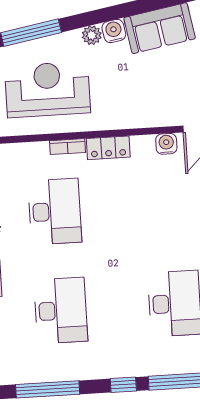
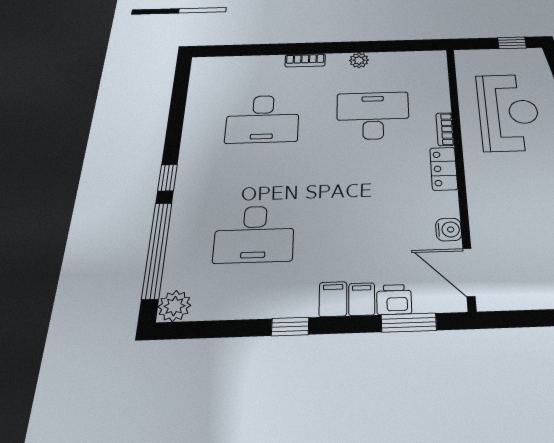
desk: (55, 211) -> (373, 116), turned 180
window: (48, 389) -> (178, 105), removed

